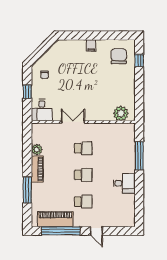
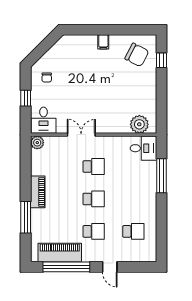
chair: (119, 56) -> (137, 55), turned 117
plant: (37, 150) -> (37, 143), moved
desk: (124, 183) -> (143, 148), moved
school desk: (116, 202) -> (133, 231), added

